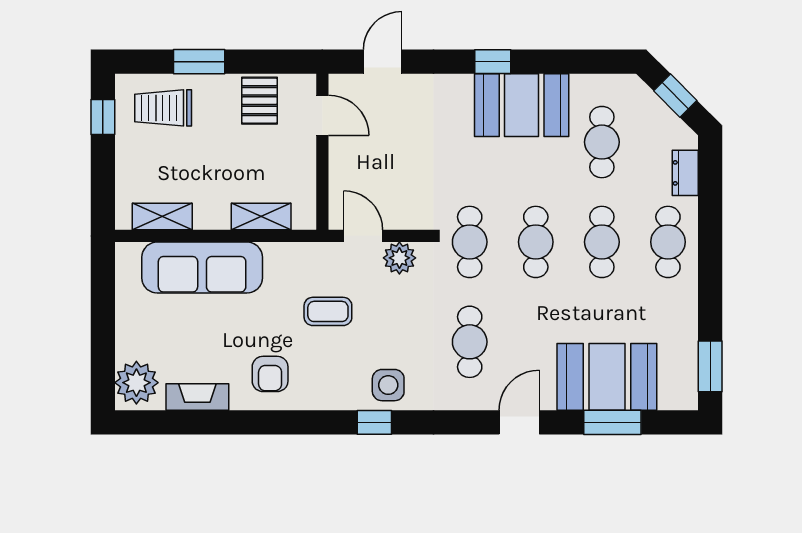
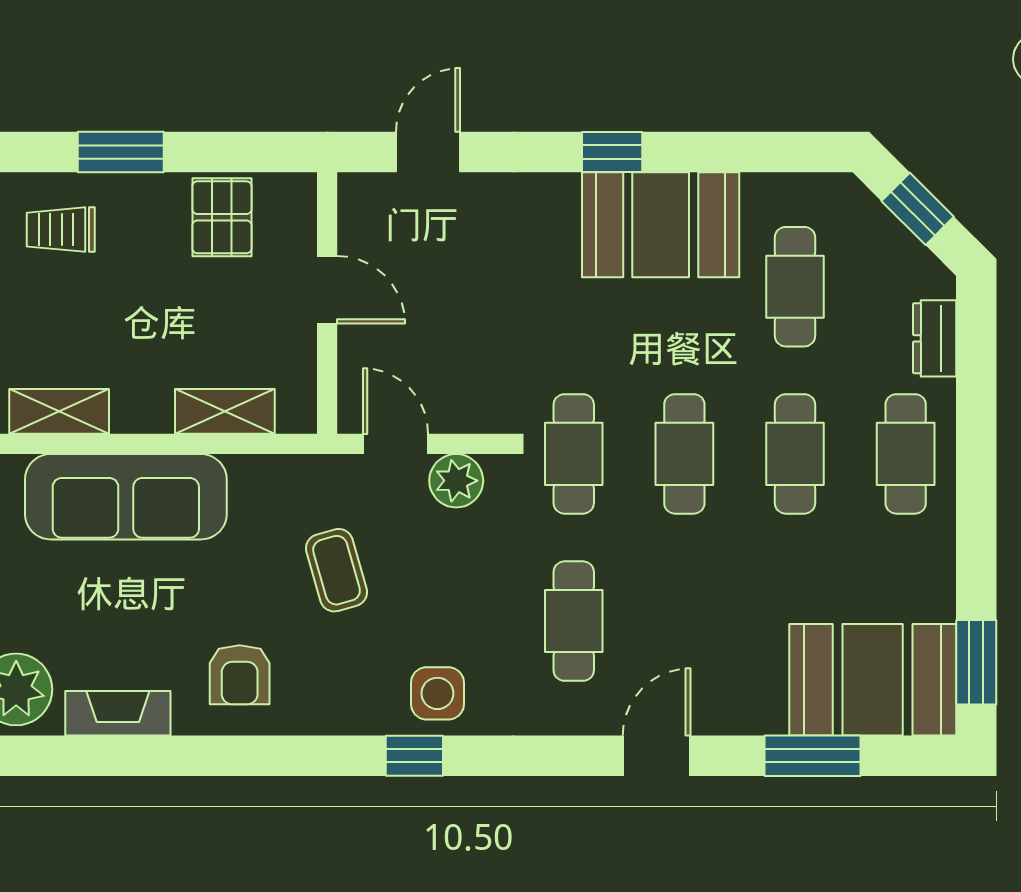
trolley: (163, 108) -> (61, 230), width x0.73, depth x0.72
door: (322, 115) -> (327, 290), moved
coffee table: (328, 311) -> (337, 570), turned 74
booth: (607, 377) -> (873, 680), moved

